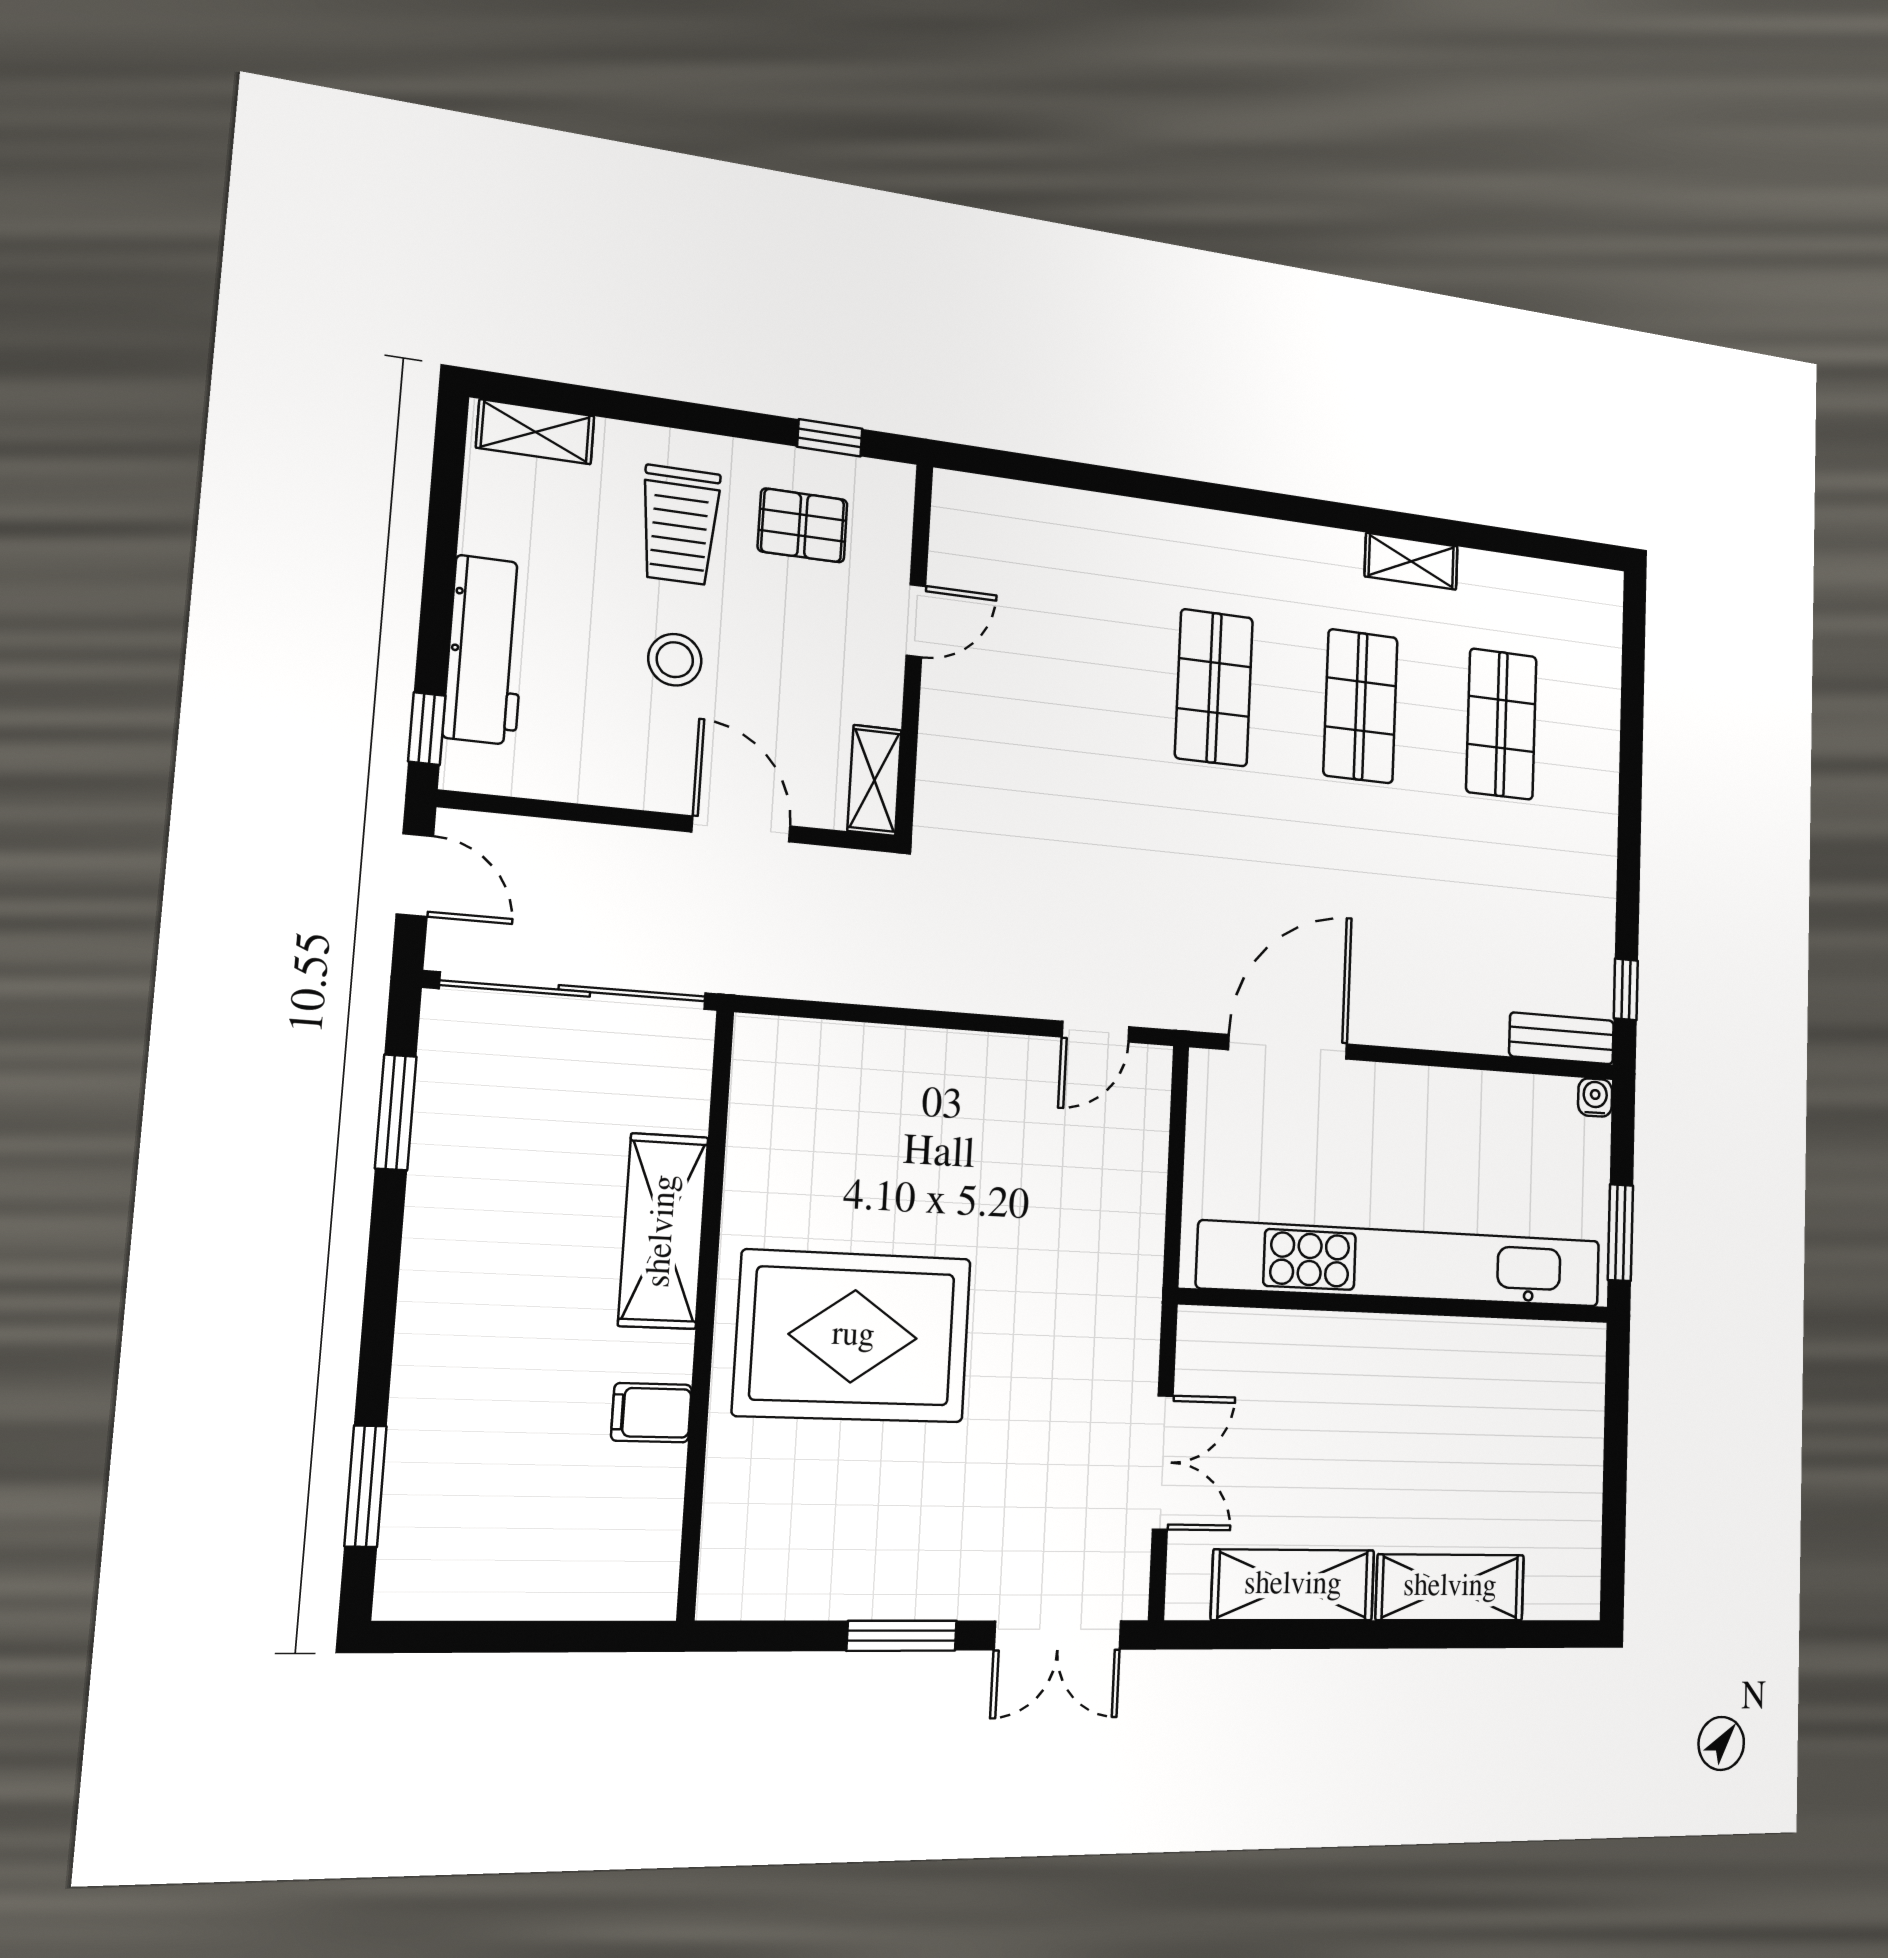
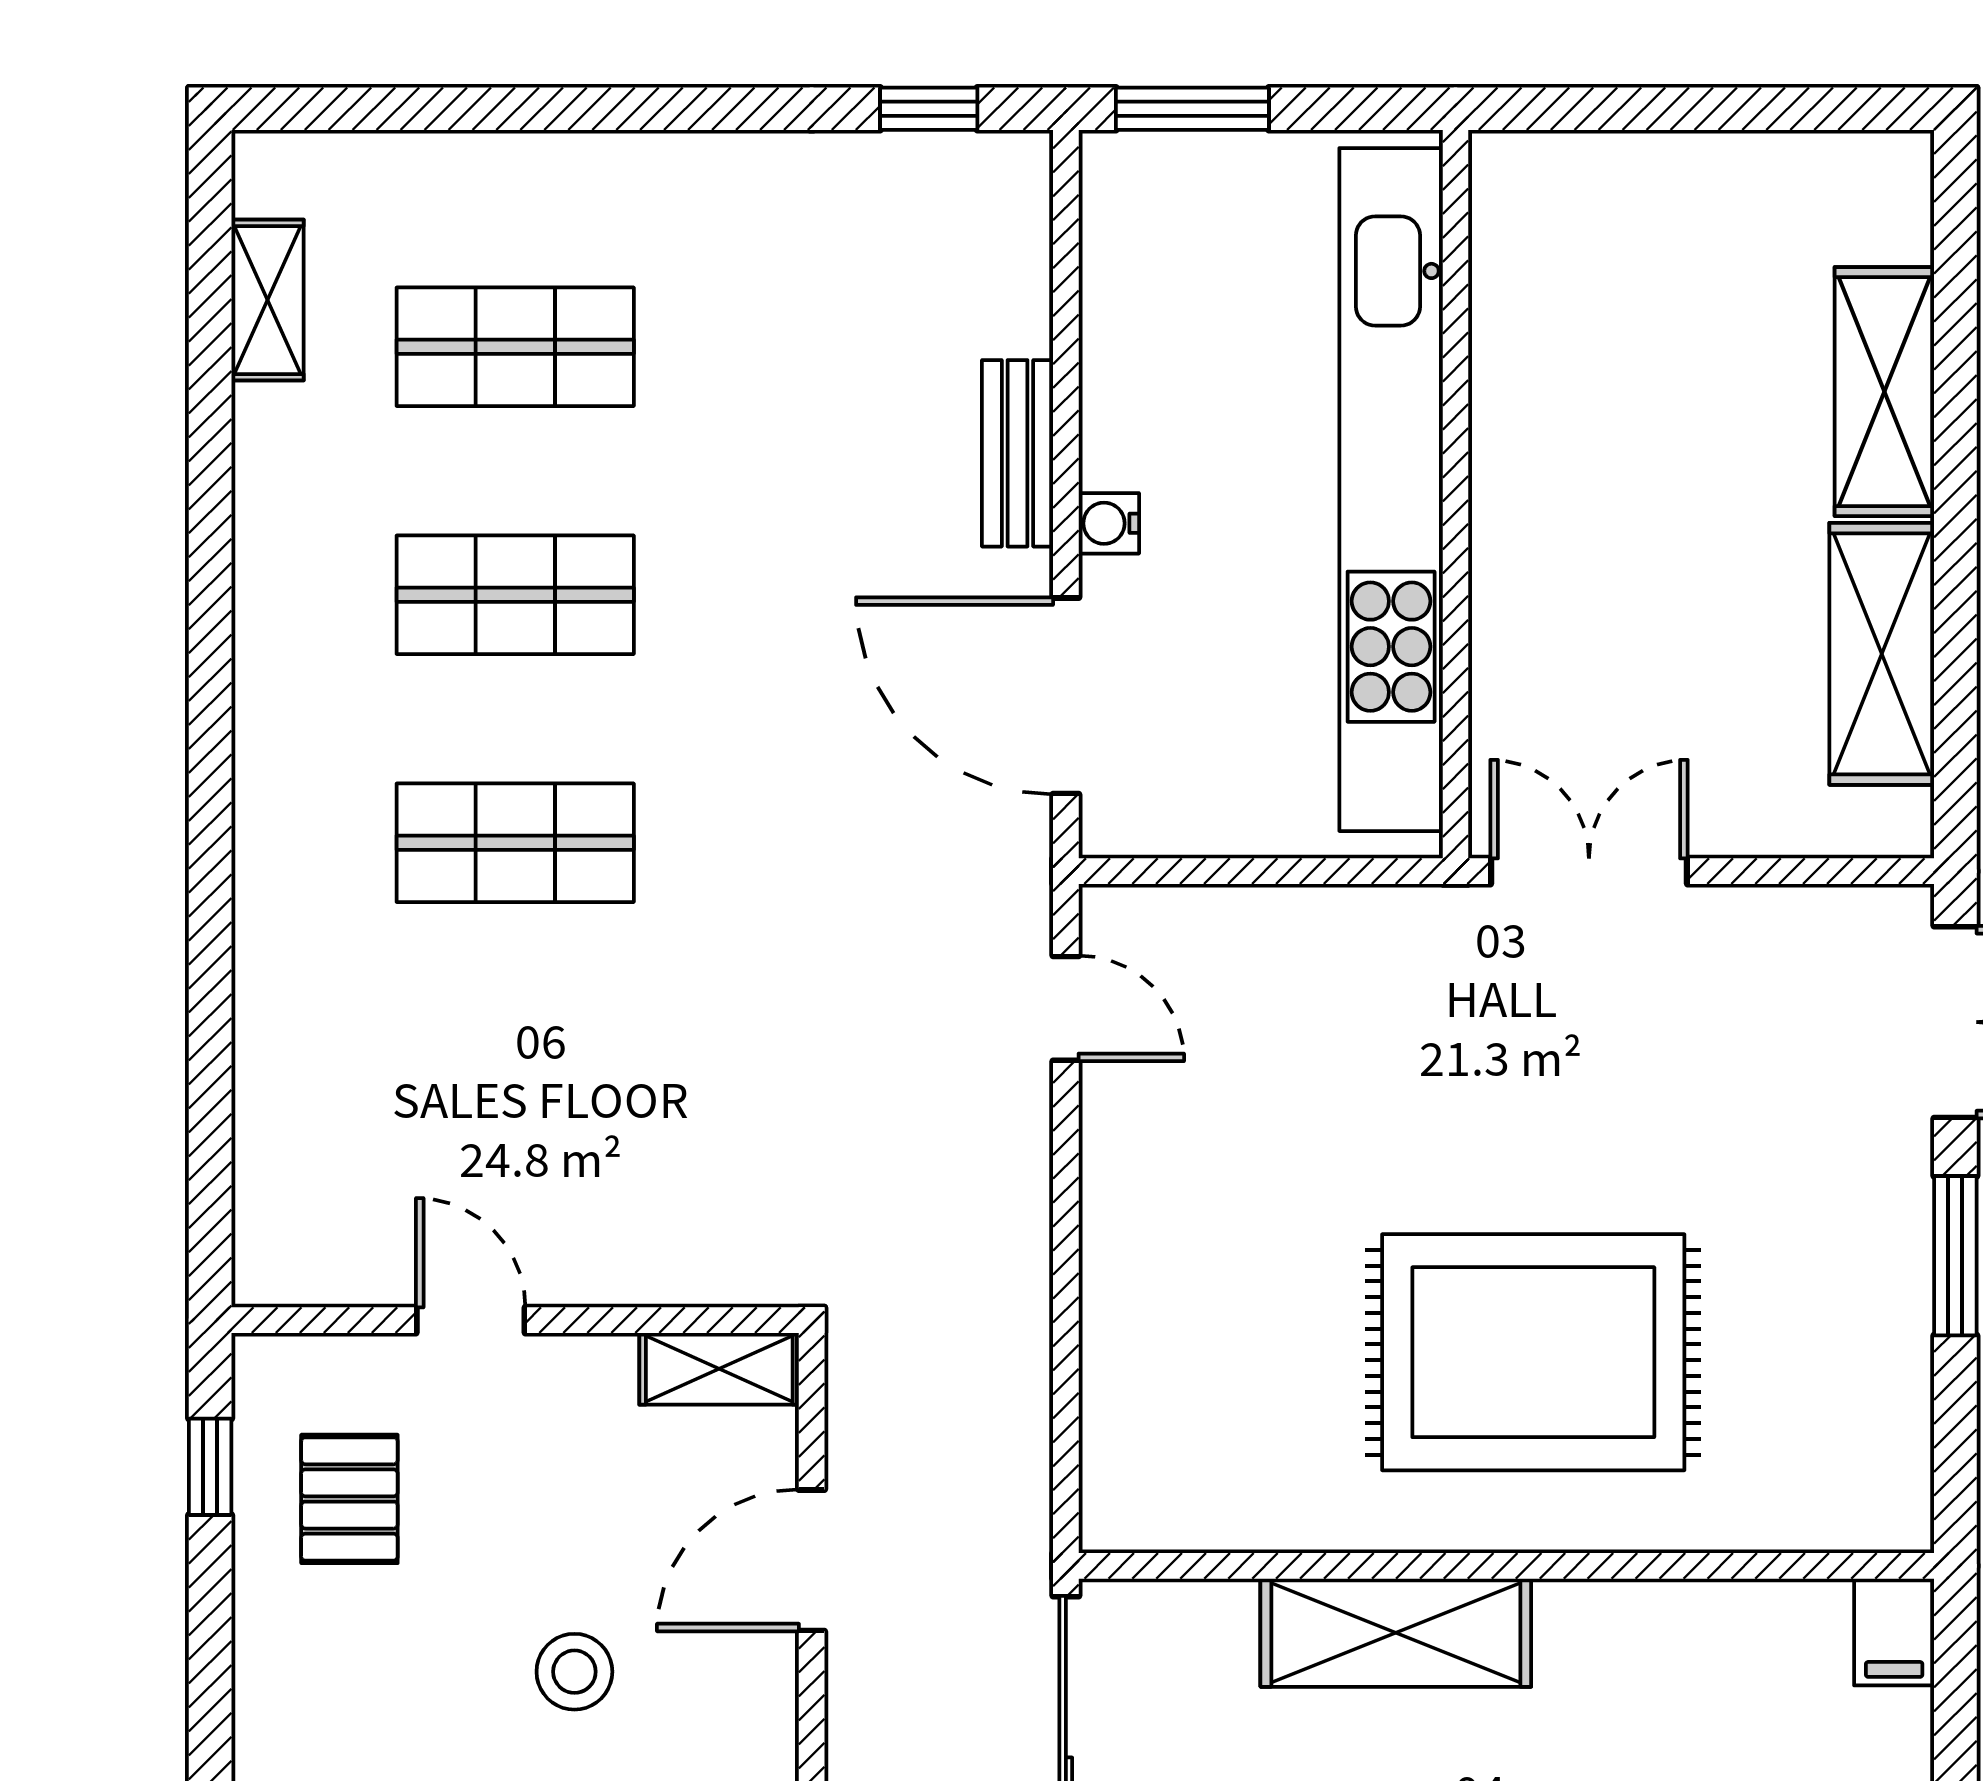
trolley: (680, 525) -> (375, 1678), removed
shelving: (1411, 561) -> (268, 300), moved
bench: (1562, 1038) -> (1018, 453), moved
water cooler: (1595, 1097) -> (1109, 523), moved
window: (1620, 1233) -> (1192, 109), moved
rug: (853, 1336) -> (1533, 1352), turned 90
filing cabinet: (651, 1413) -> (1894, 1632), moved
double door: (1163, 1462) -> (1589, 871), moved

